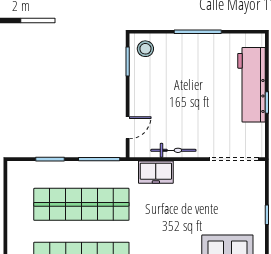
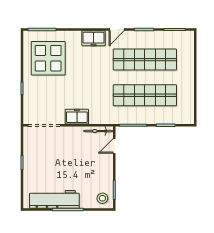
workbench: (251, 85) -> (54, 199), moved, turned -90
bicycle: (173, 150) -> (98, 131), moved
freezer: (156, 172) -> (77, 117), moved

